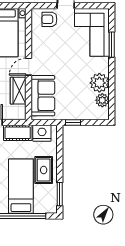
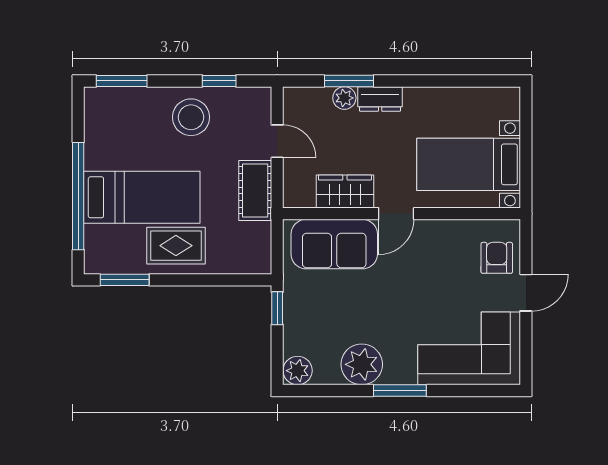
window: (112, 45) -> (400, 390), moved
door: (29, 67) -> (396, 214), swing flipped
plant: (102, 100) -> (298, 371), moved
nightstand: (42, 133) -> (254, 242), removed

